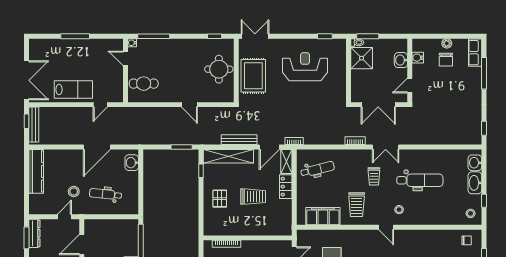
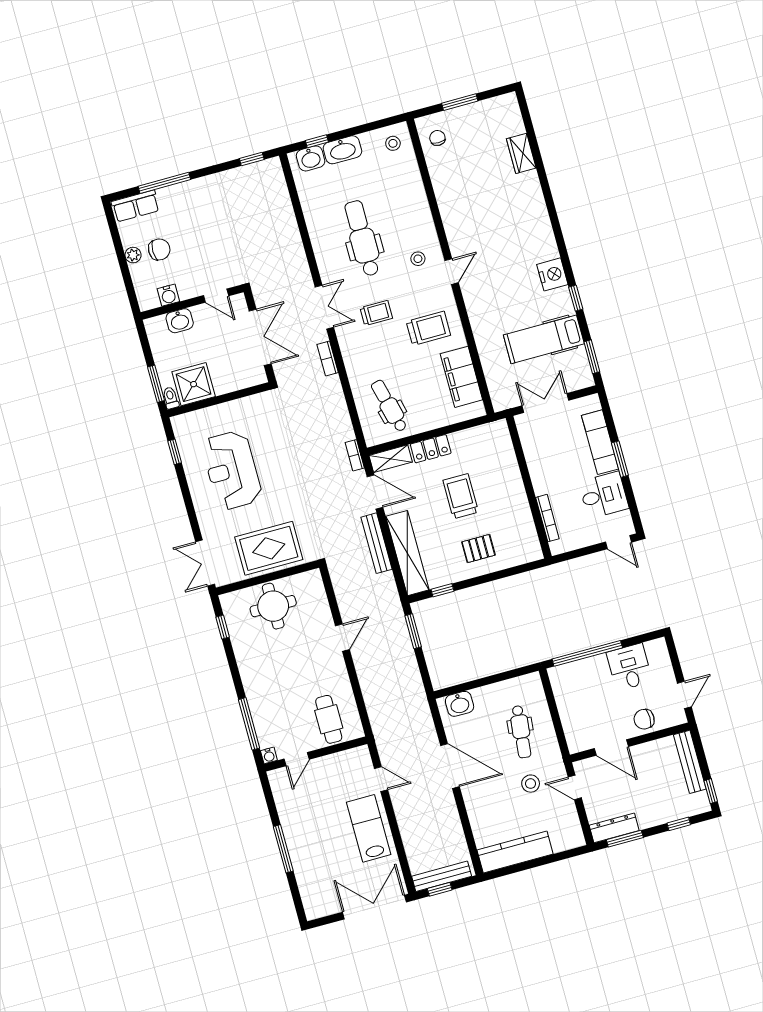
window: (484, 201) -> (317, 141), moved

